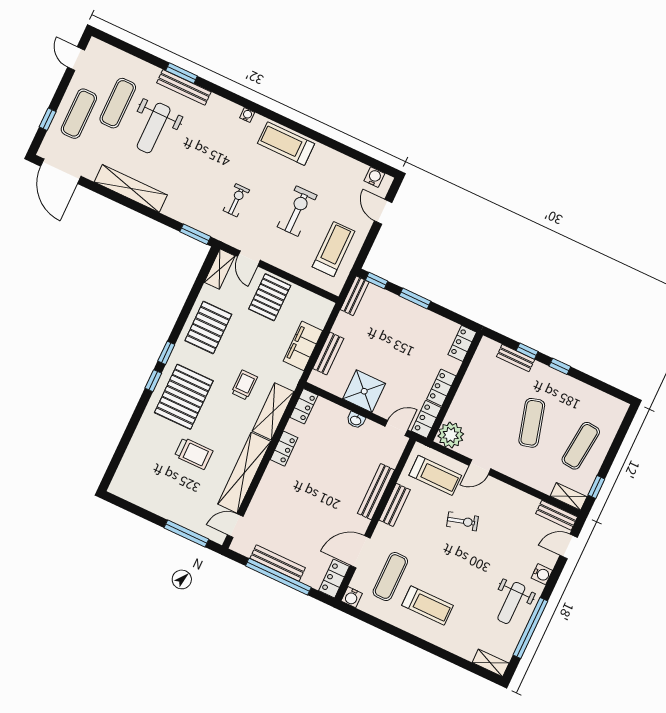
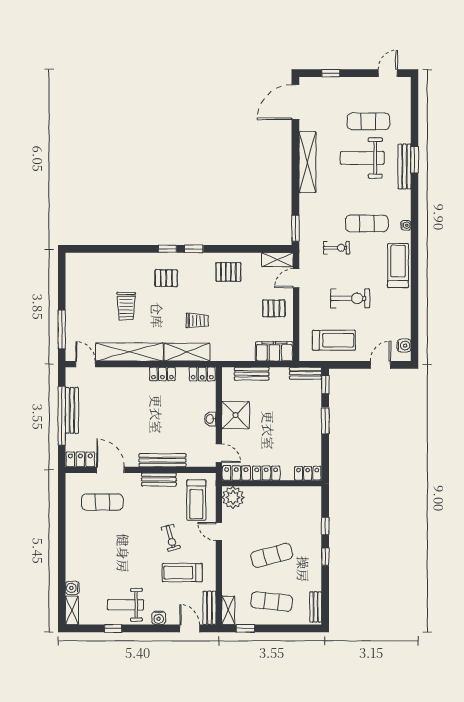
exercise mat: (79, 114) -> (367, 223), moved
pallet: (270, 297) -> (274, 308), width x0.67, depth x0.71
pallet: (208, 327) -> (228, 272), width x0.67, depth x0.71
filing cabinet: (303, 346) -> (274, 351), moved
bench: (516, 358) -> (316, 607), moved
pallet: (184, 397) -> (166, 278), width x0.49, depth x0.50
water cooler: (352, 597) -> (72, 588), moved
treadmill: (427, 605) -> (182, 573), moved, turned 90
window: (530, 628) -> (113, 628), width x0.32

